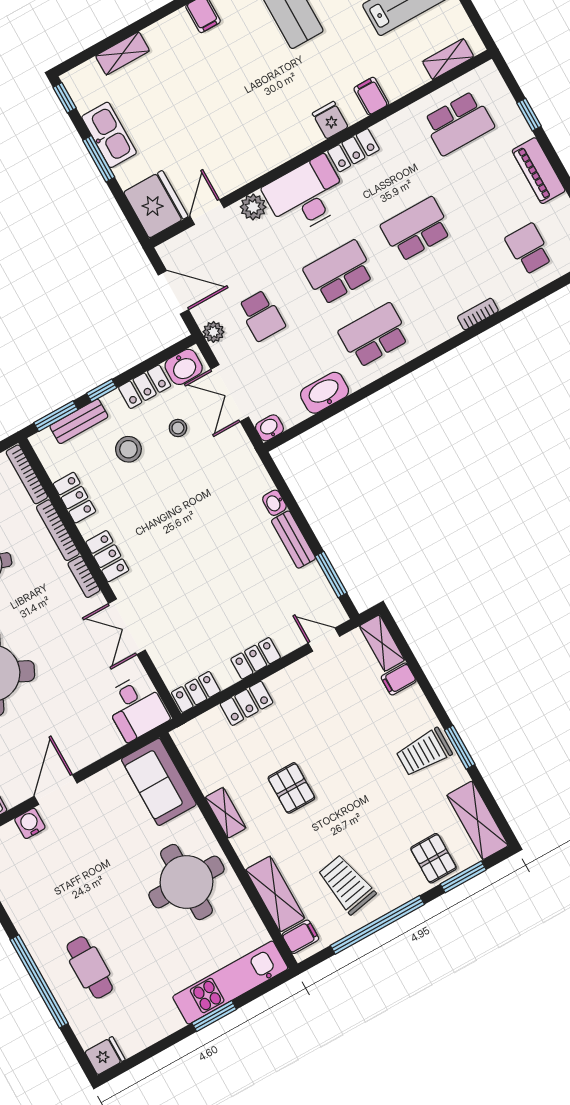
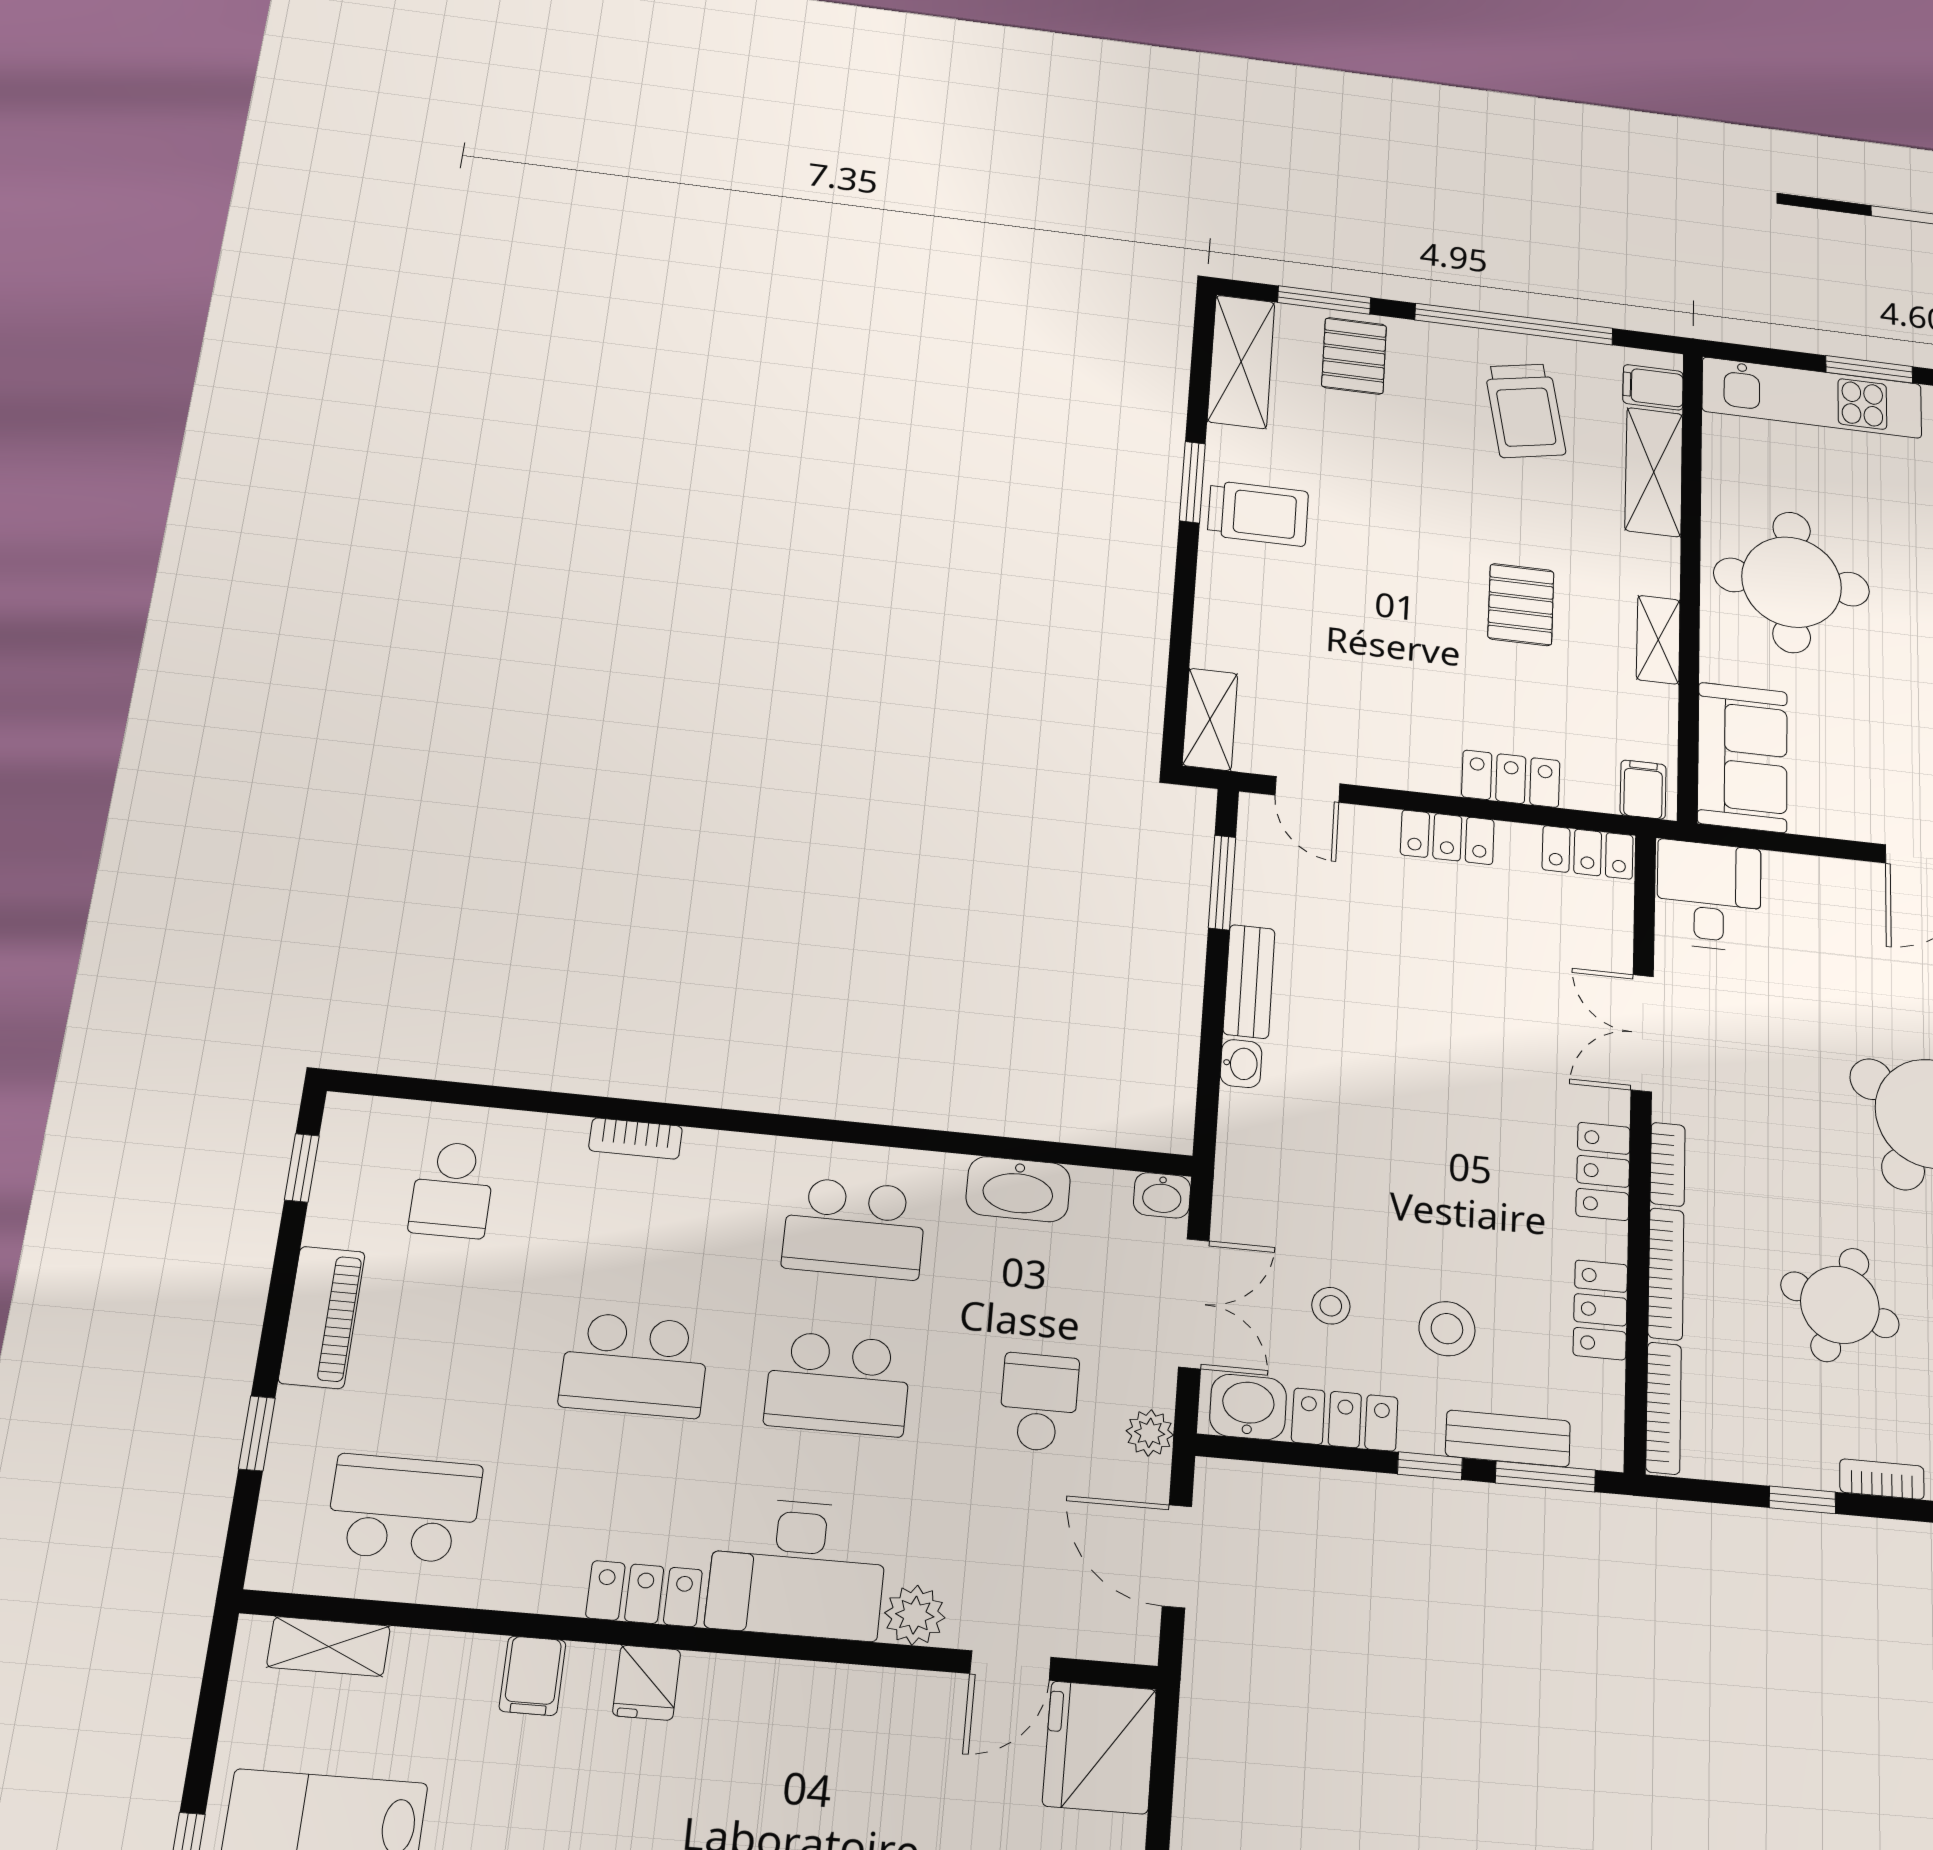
double door: (127, 627) -> (1642, 1033), swing flipped
filing cabinet: (399, 679) -> (1643, 790), moved, turned -90

